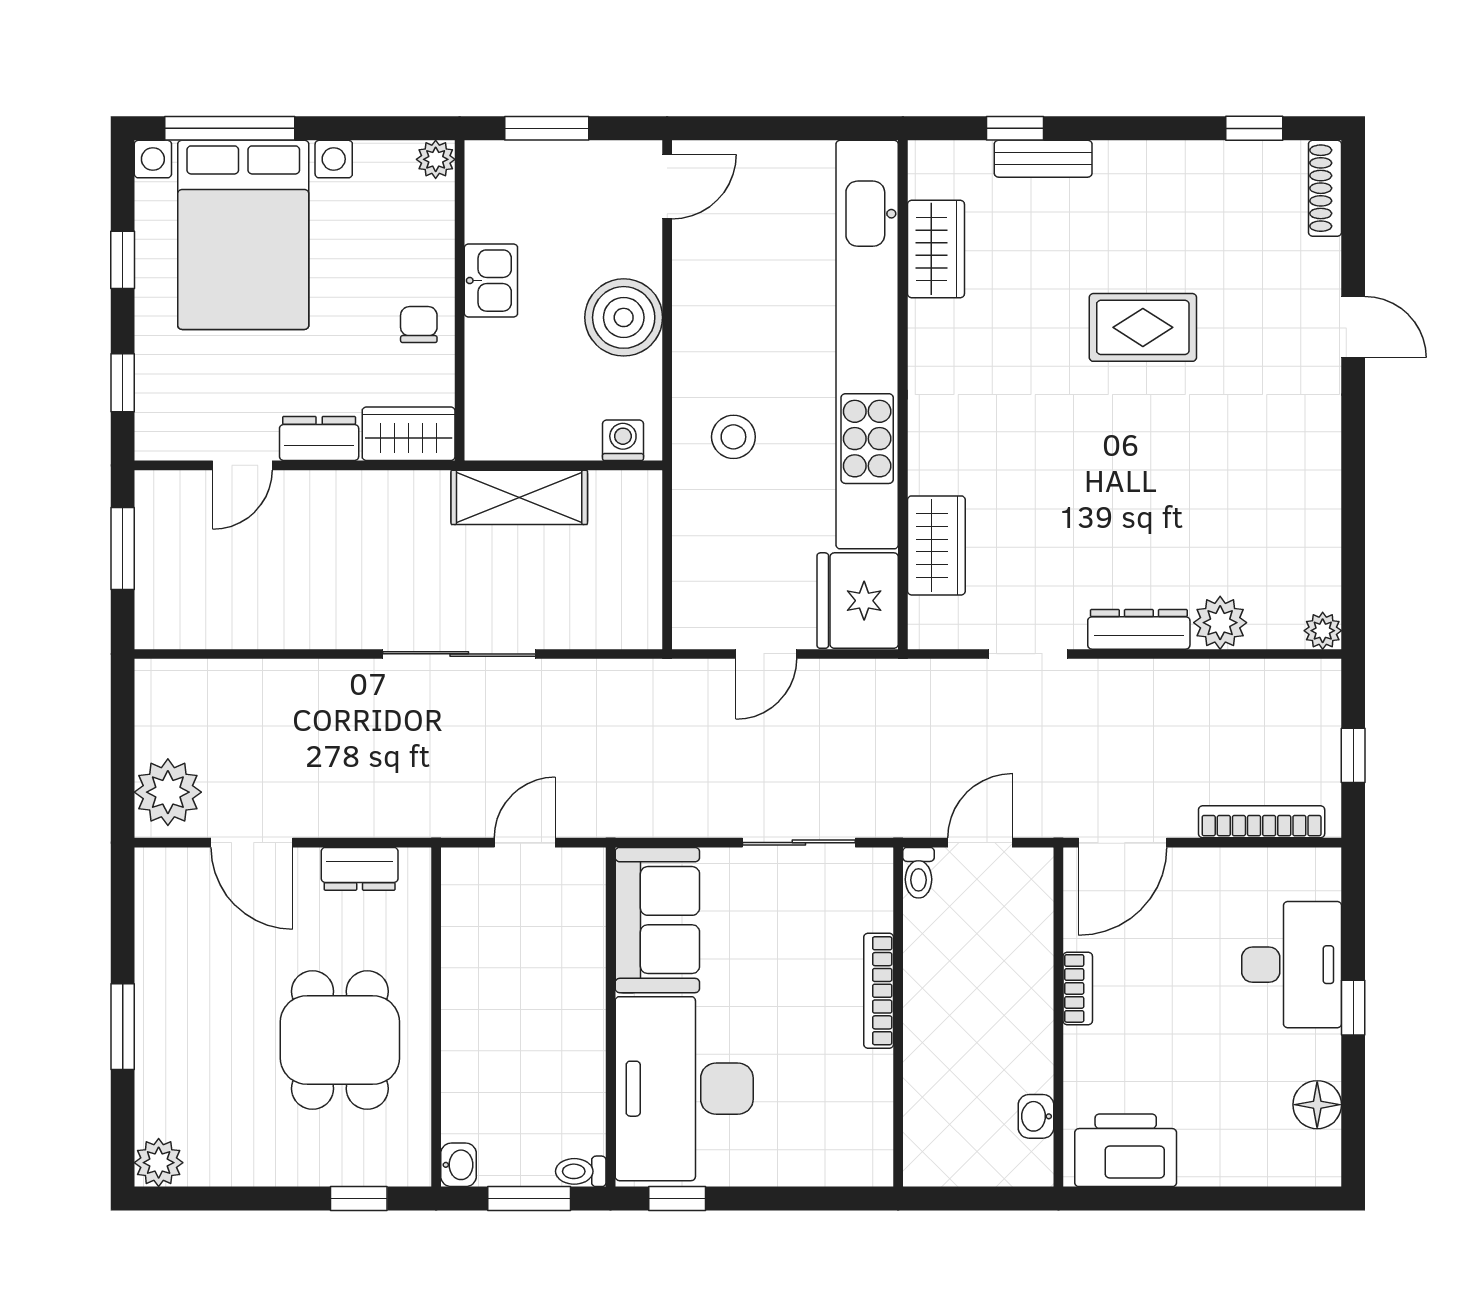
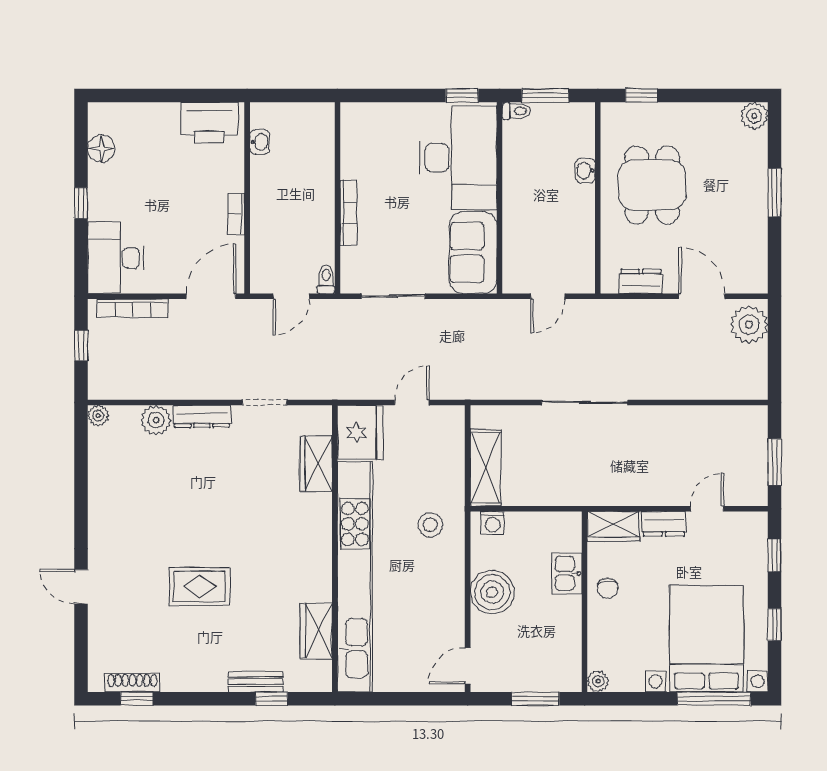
shoe rack: (1325, 188) -> (132, 683), moved, turned -90
kitchen sink: (491, 281) -> (567, 573), moved
shelving: (519, 497) -> (486, 468), moved, turned 90
desk: (1292, 965) -> (116, 258), moved
washbasin: (459, 1165) -> (585, 171), moved

